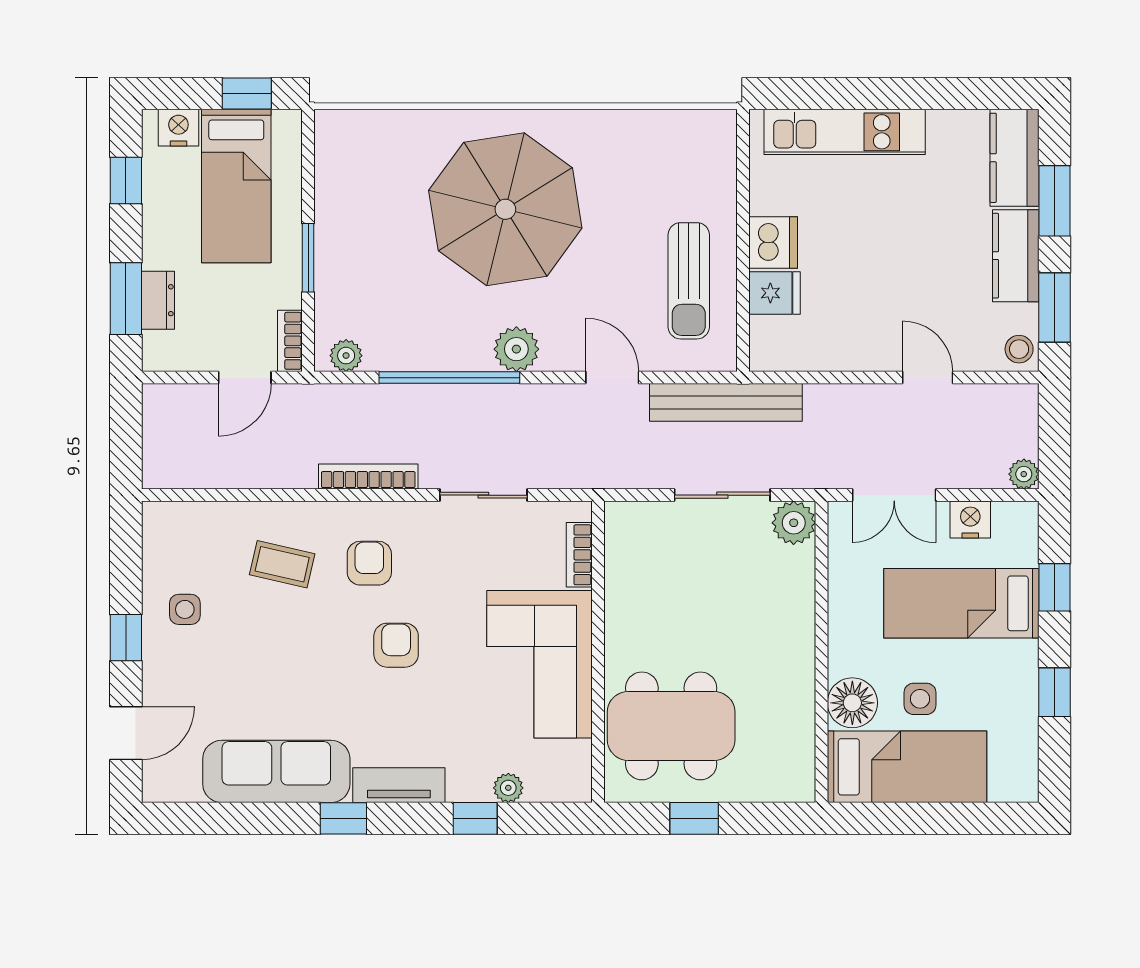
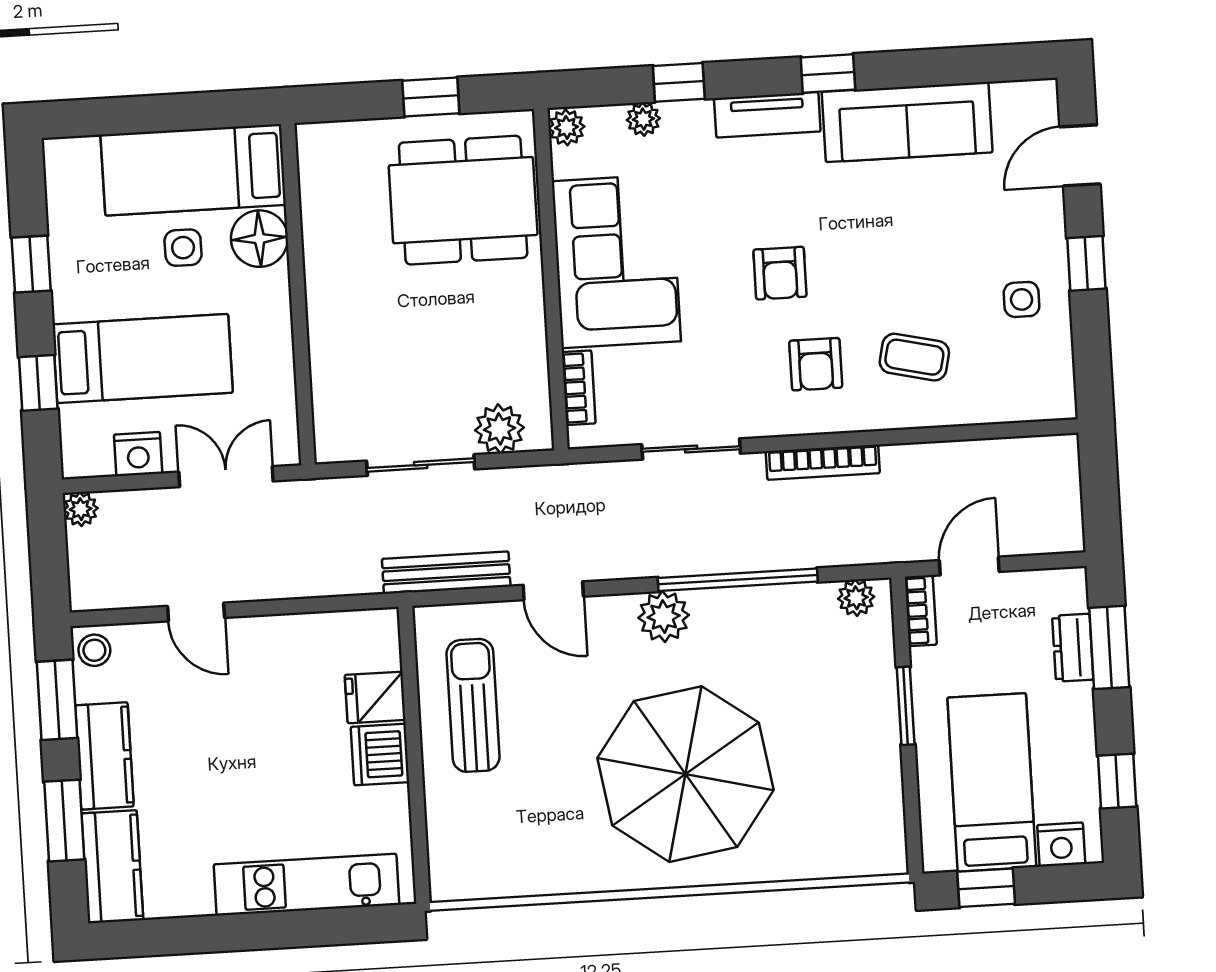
bench: (726, 402) -> (446, 573), width x0.73, depth x0.82
plant: (794, 523) -> (499, 429), moved
plant: (576, 785) -> (567, 127), added

